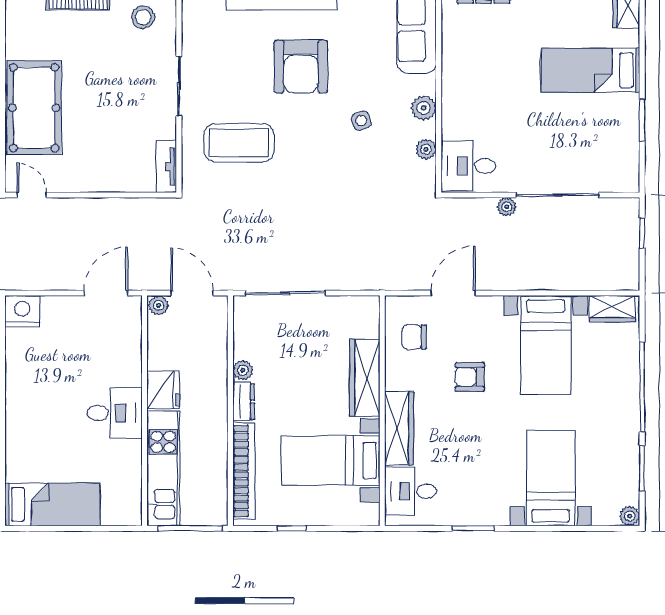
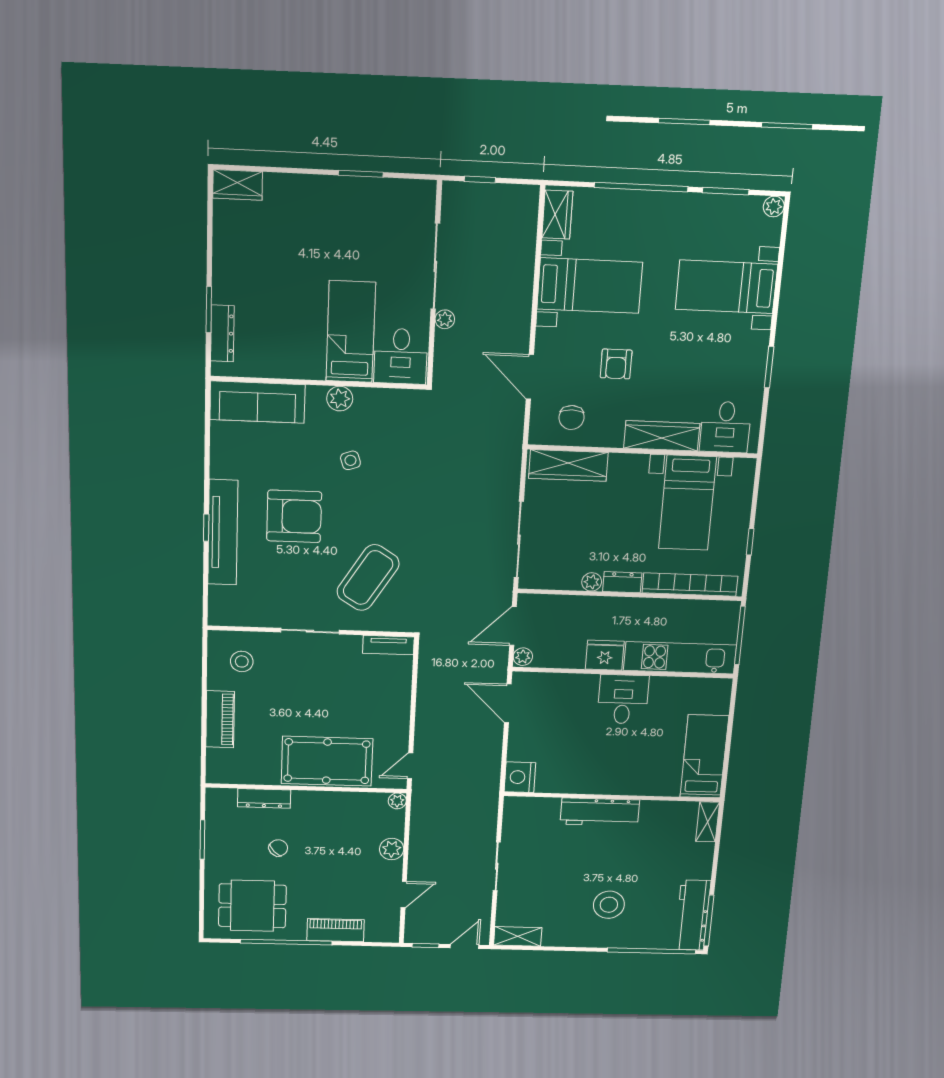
bed: (590, 70) -> (351, 332), moved, turned 180
coffee table: (239, 143) -> (368, 578), turned 32
plant: (426, 149) -> (382, 398), removed
wardrobe: (365, 378) -> (568, 465), moved

